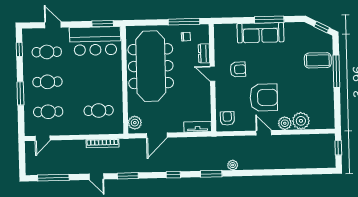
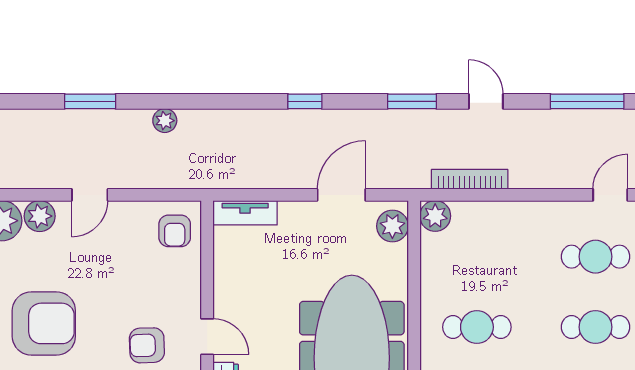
armchair: (264, 97) -> (44, 323), moved, turned 180
cafe table: (99, 111) -> (477, 327), moved
plant: (117, 127) -> (435, 216), added
door: (264, 133) -> (90, 195), hinge flipped
window: (211, 174) -> (90, 101), moved

